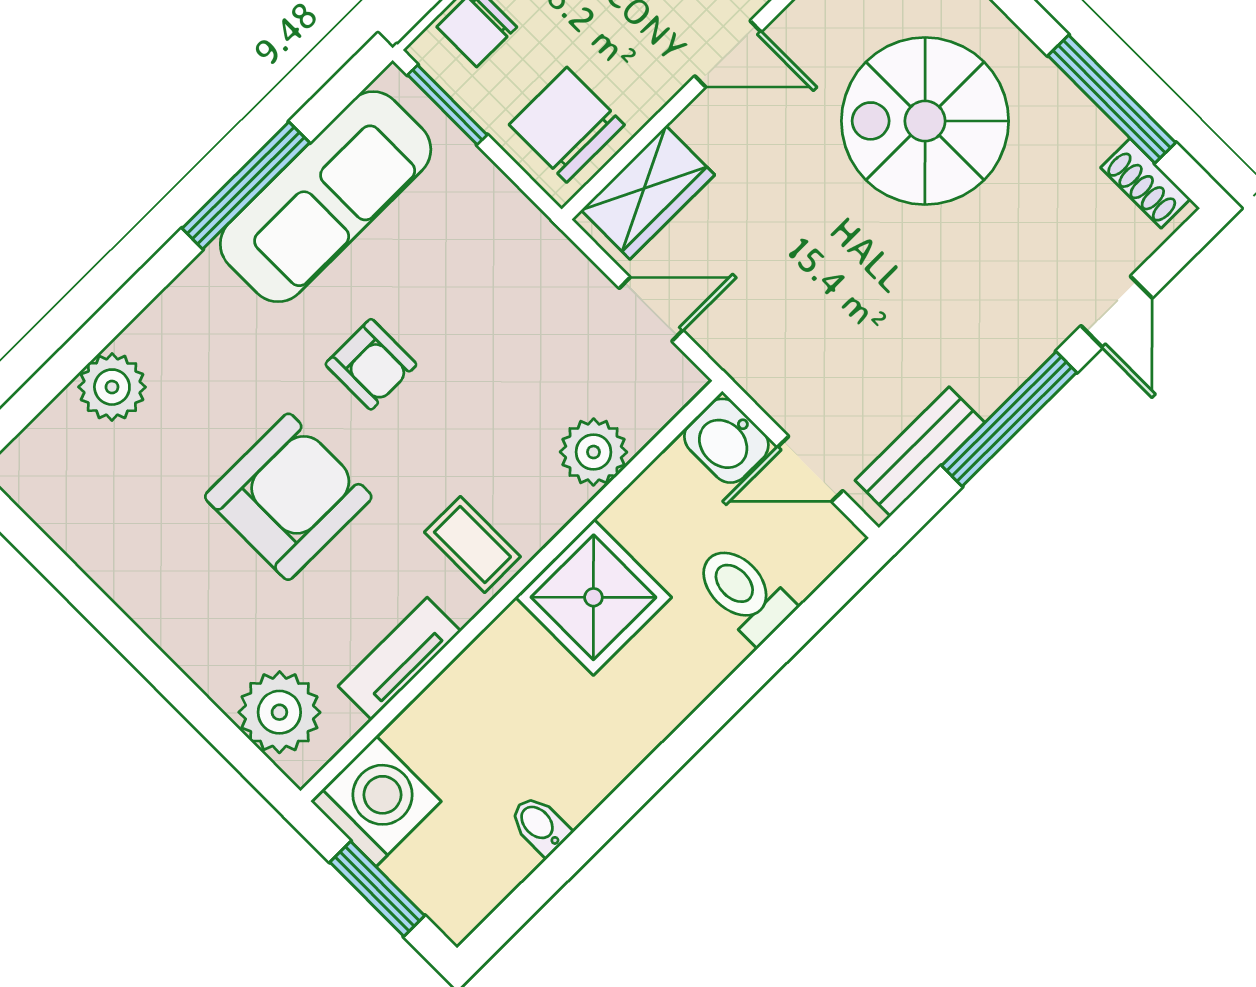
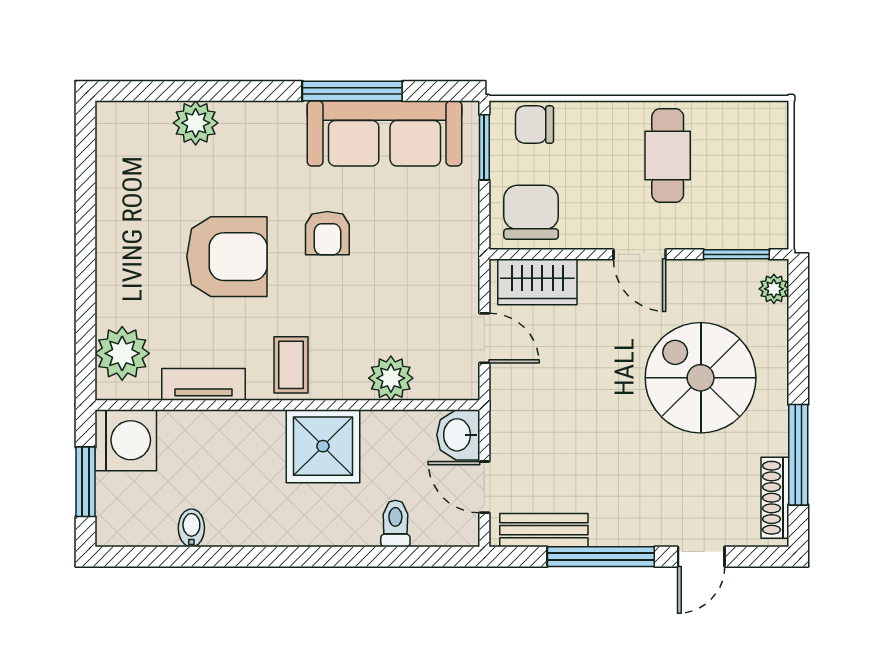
shoe rack: (1146, 183) -> (775, 498), width x1.43
toilet: (744, 593) -> (395, 524), width x0.73, depth x0.72

